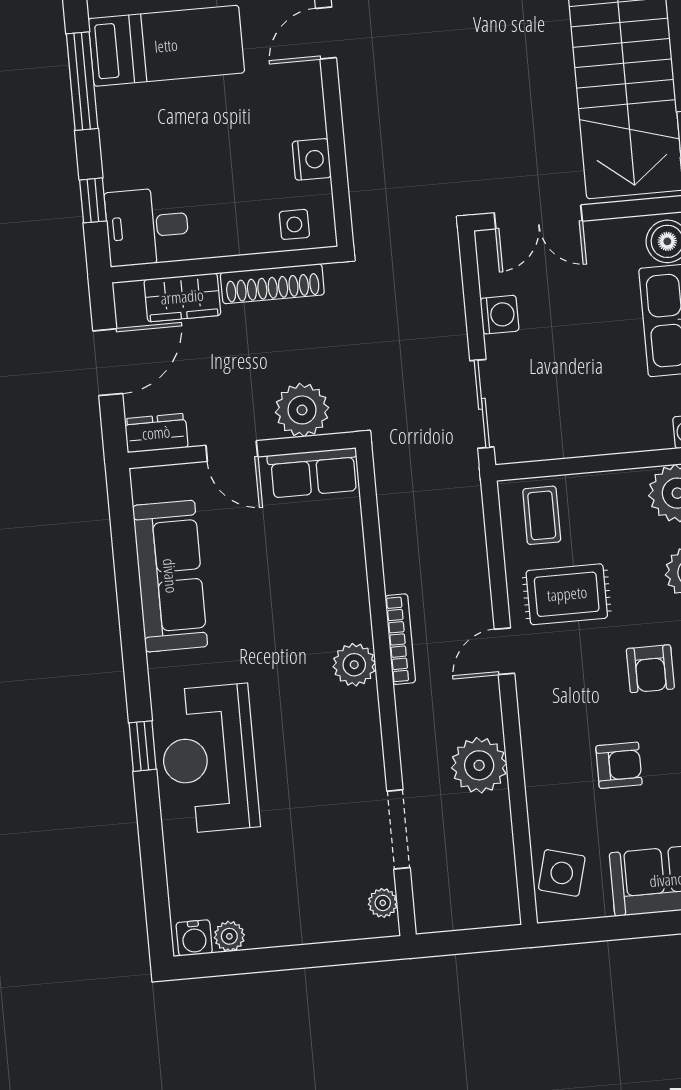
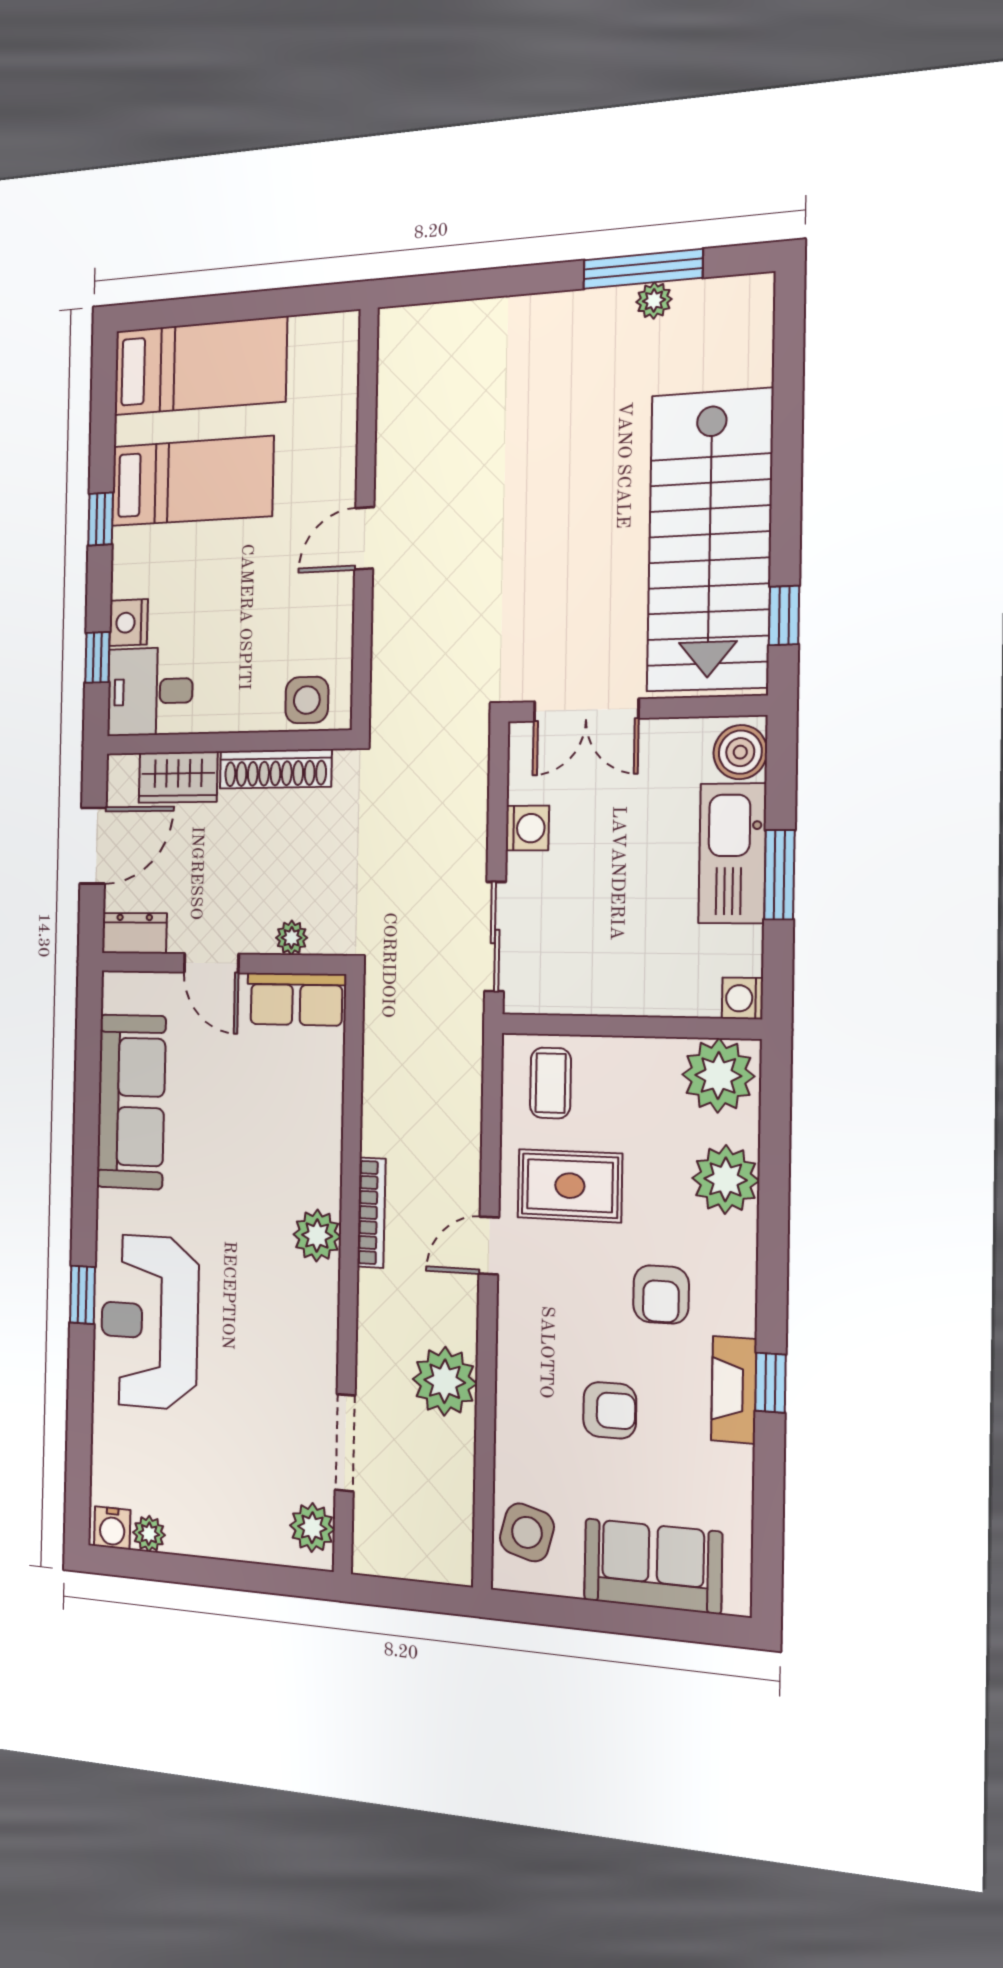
door: (326, 33) -> (364, 538), moved
window: (82, 81) -> (101, 519), width x0.46
nightstand: (312, 159) -> (129, 623), moved, turned 180
side table: (294, 224) -> (307, 700), width x1.37, depth x1.37
plant: (302, 410) -> (292, 938), width x0.53, depth x0.53
plant: (383, 903) -> (312, 1528), width x1.38, depth x1.38

